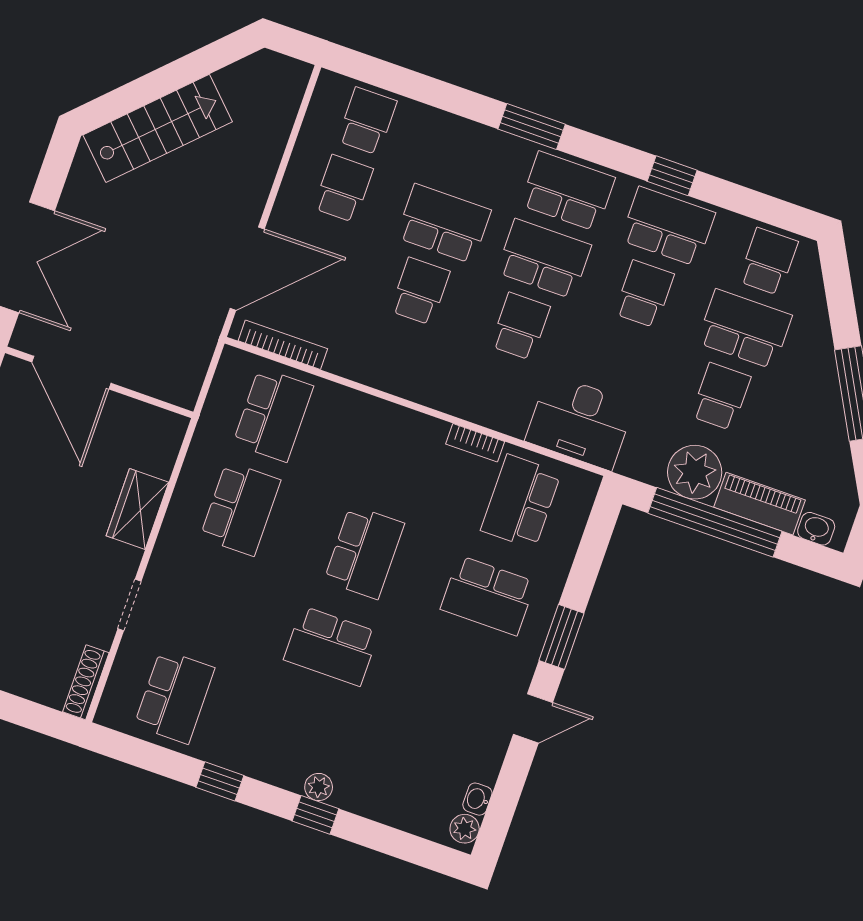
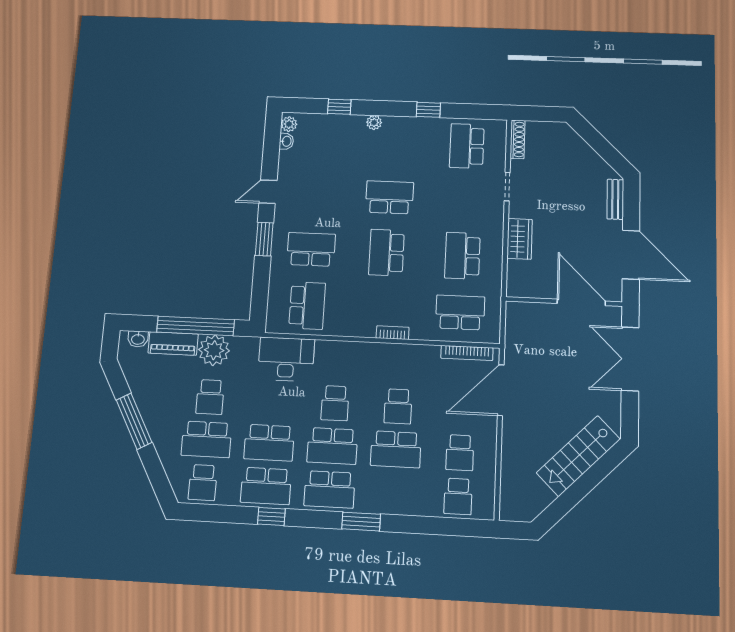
school desk: (644, 294) -> (269, 443), width x1.85
school desk: (273, 415) -> (460, 312), turned 90
bookcase: (475, 443) -> (393, 333), moved
window: (316, 815) -> (339, 107), moved

